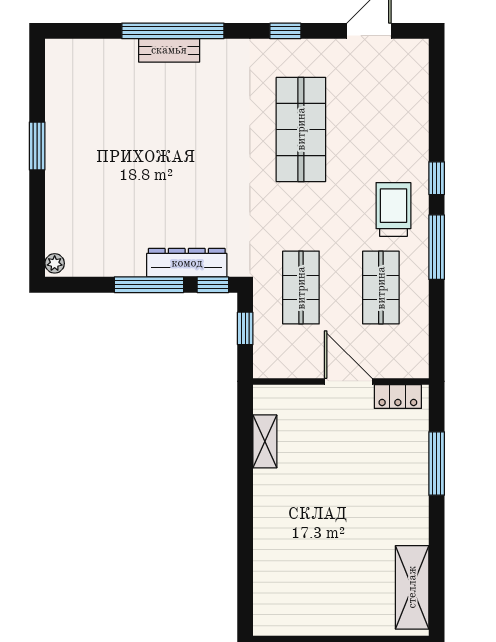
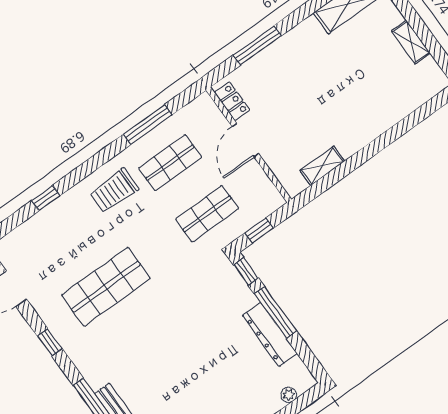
window: (437, 178) -> (46, 198), moved
window: (437, 247) -> (148, 125), moved
plant: (55, 263) -> (289, 395), moved
dresser: (187, 263) -> (270, 334), moved
shelving: (326, 624) -> (411, 42), added

